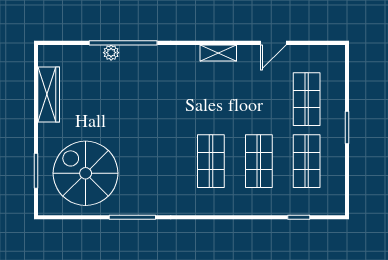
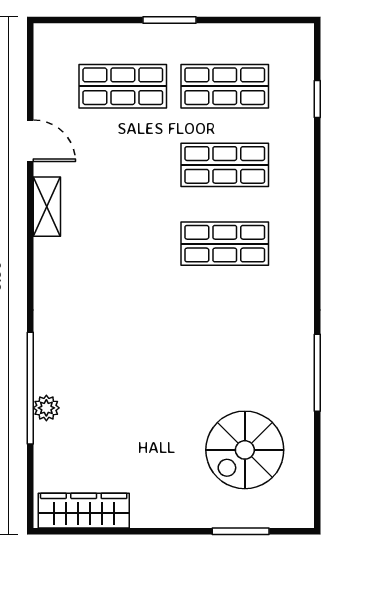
shelving: (218, 53) -> (47, 207), moved
wardrobe: (49, 95) -> (84, 511), moved
spiral stairs: (86, 173) -> (245, 450), width x0.73, depth x0.73

